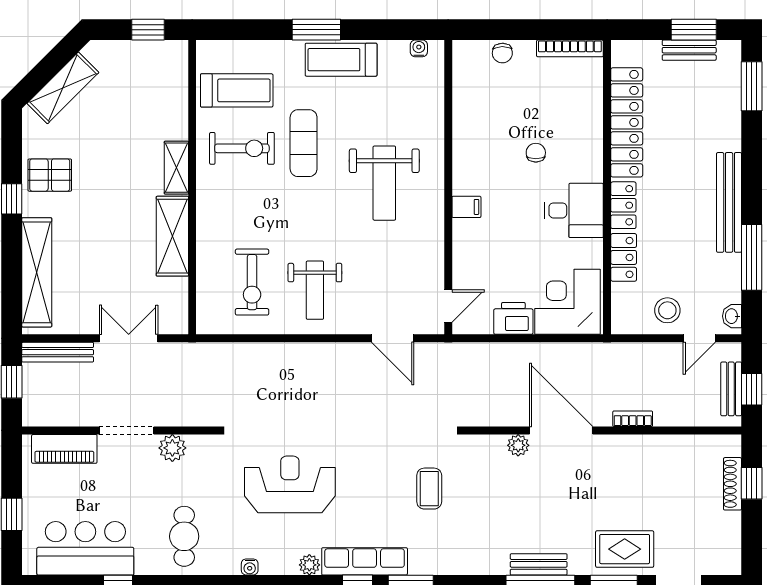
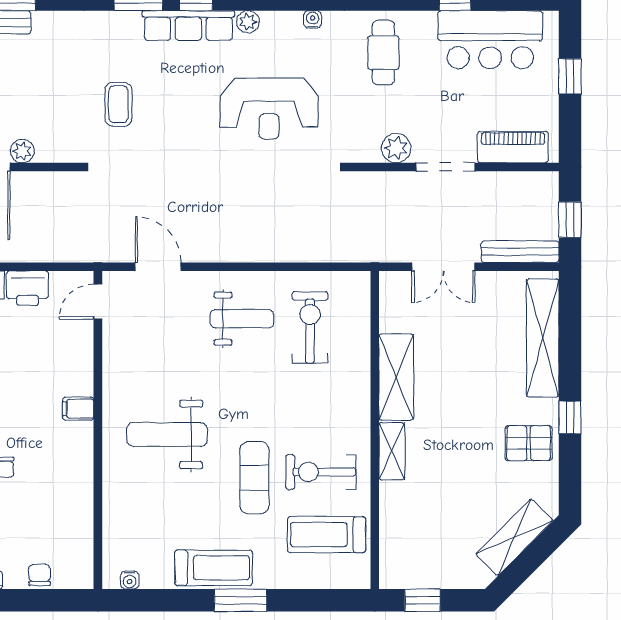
weight bench: (384, 183) -> (167, 434), turned -90
weight bench: (315, 290) -> (242, 319), turned 90

